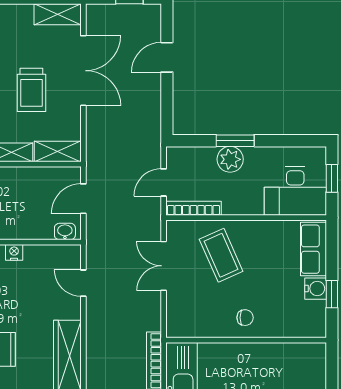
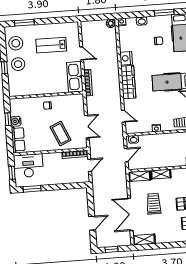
window: (235, 141) -> (32, 189), moved
plant: (230, 159) -> (60, 178), removed

